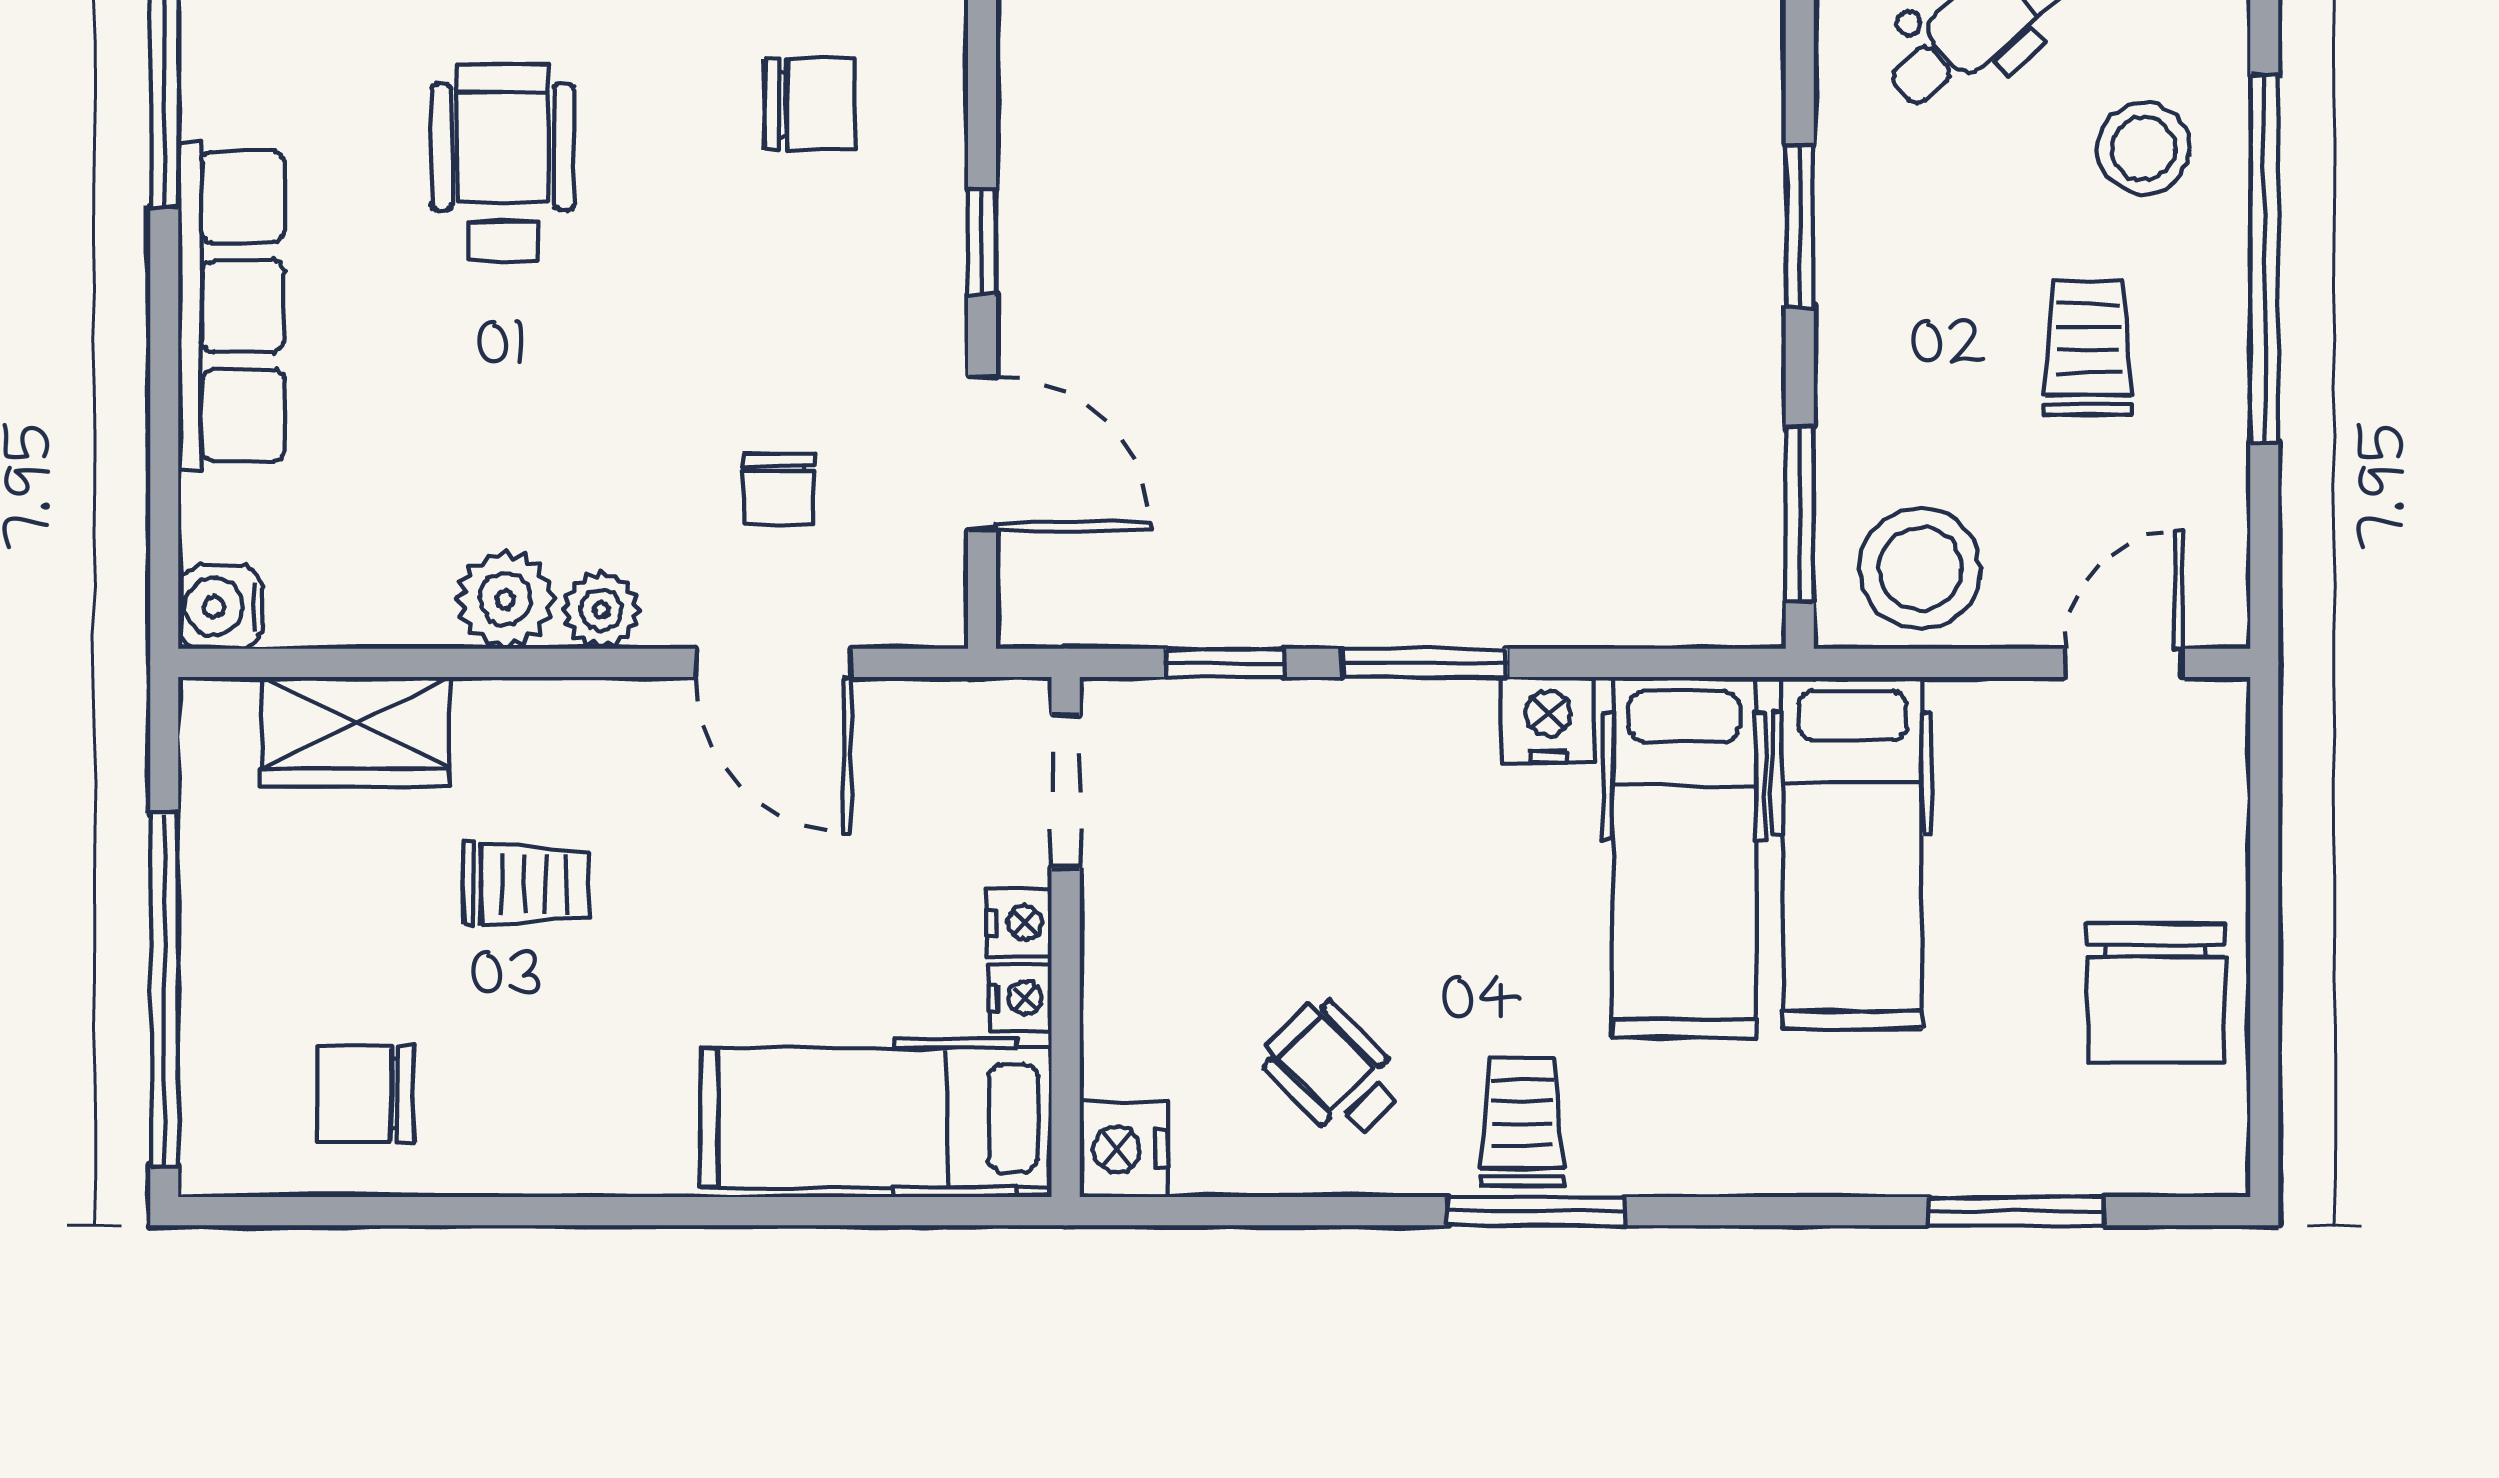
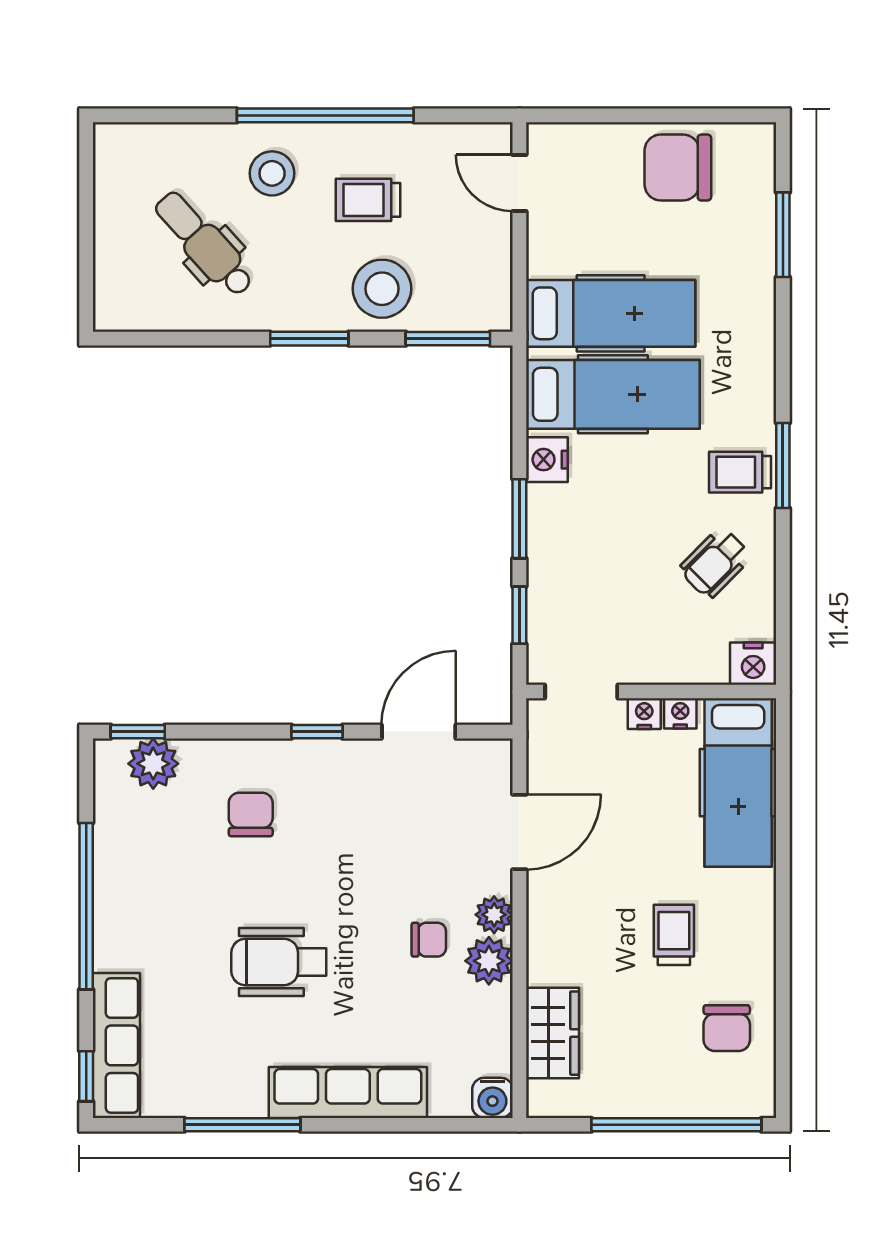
chair: (779, 489) -> (429, 940), moved
stool: (1920, 569) -> (382, 289), moved
trolley: (526, 884) -> (674, 935), moved
chair: (2156, 993) -> (678, 168), turned 180

